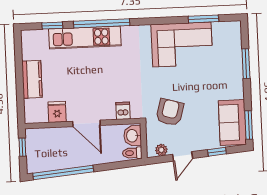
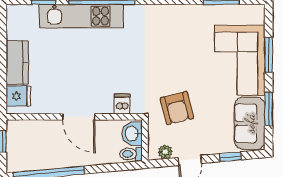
corner sofa: (182, 44) -> (240, 60), moved, turned 90
fridge: (57, 112) -> (18, 96), moved, turned 90
armchair: (170, 112) -> (177, 108), turned 150
window: (249, 125) -> (269, 109), moved

